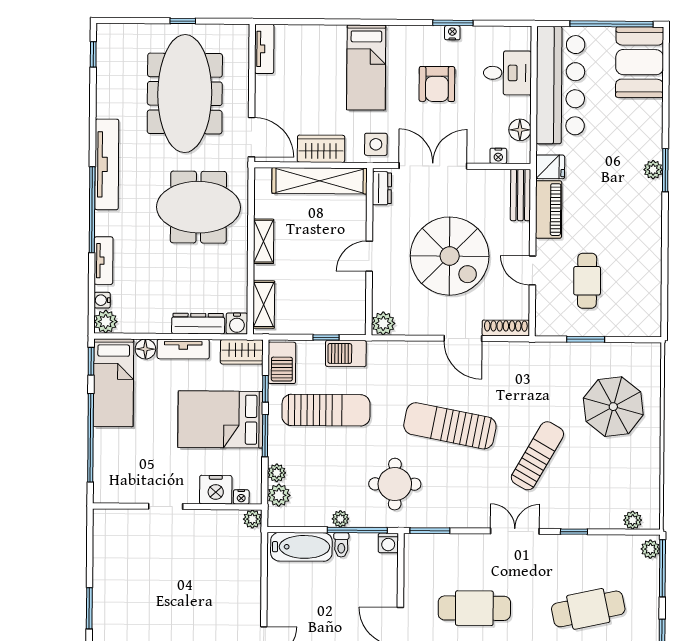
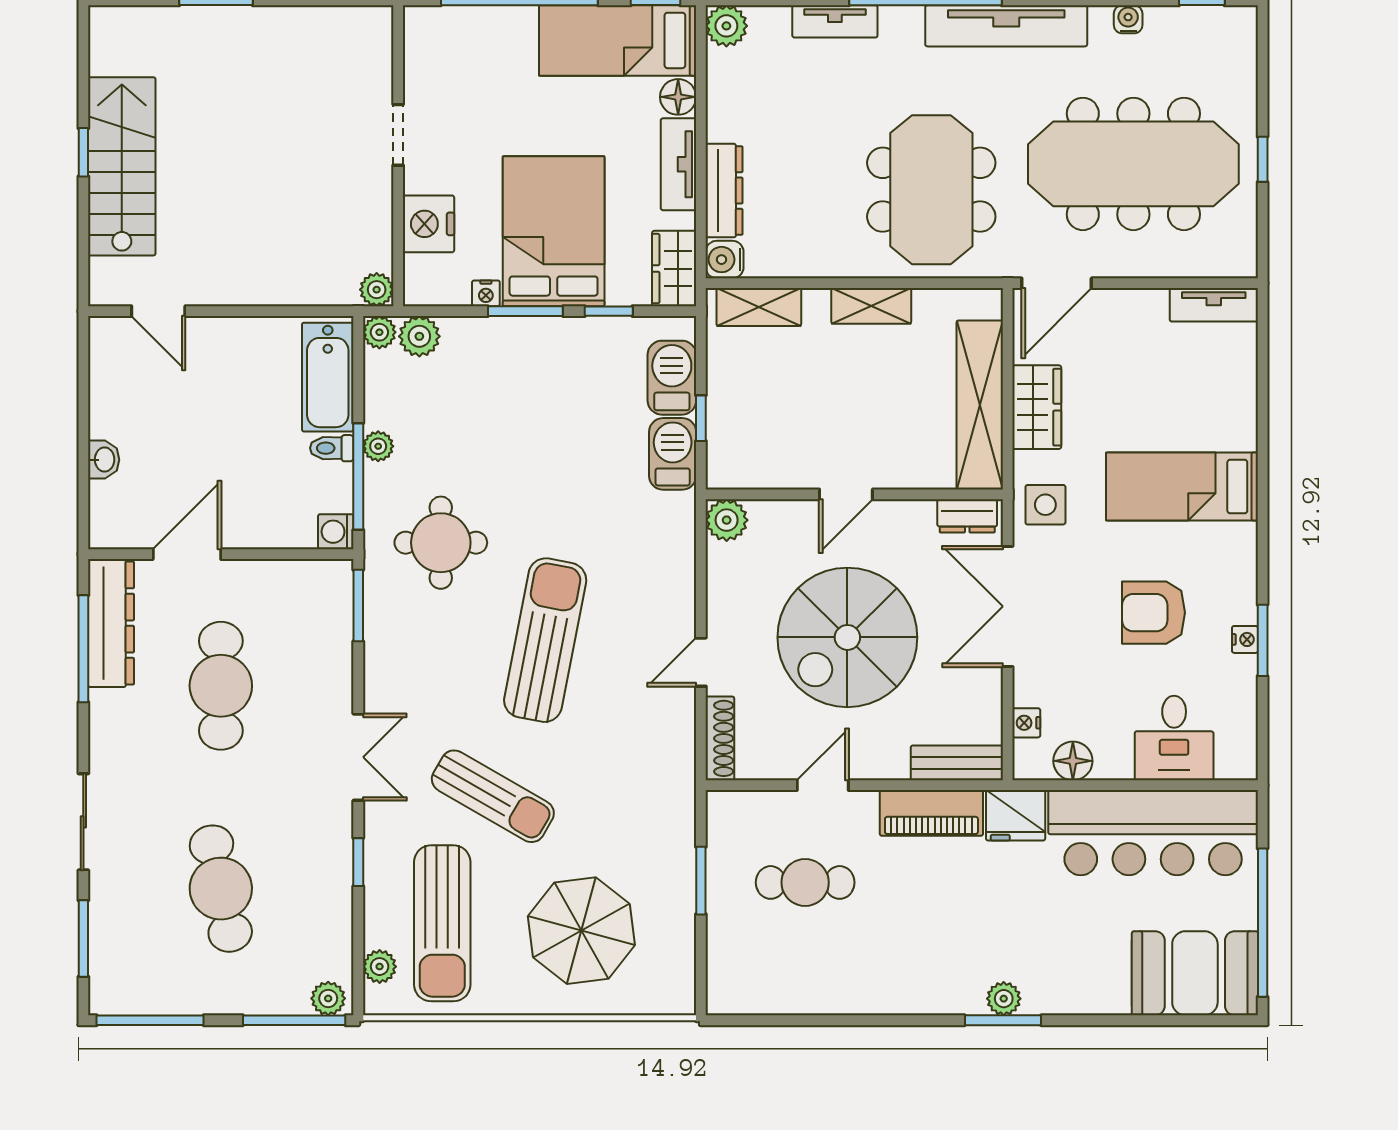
double door: (433, 166) -> (1008, 606), swing flipped
fridge: (550, 167) -> (1016, 815), width x1.38
door: (369, 256) -> (846, 494), swing flipped
water cooler: (102, 300) -> (1128, 19), moved
door: (463, 338) -> (701, 662), width x0.73
barbecue: (282, 363) -> (672, 378), moved, turned 90
sun lounger: (326, 410) -> (442, 923), moved
plant: (277, 473) -> (379, 332), moved
nightstand: (241, 497) -> (486, 293), moved, turned -90

